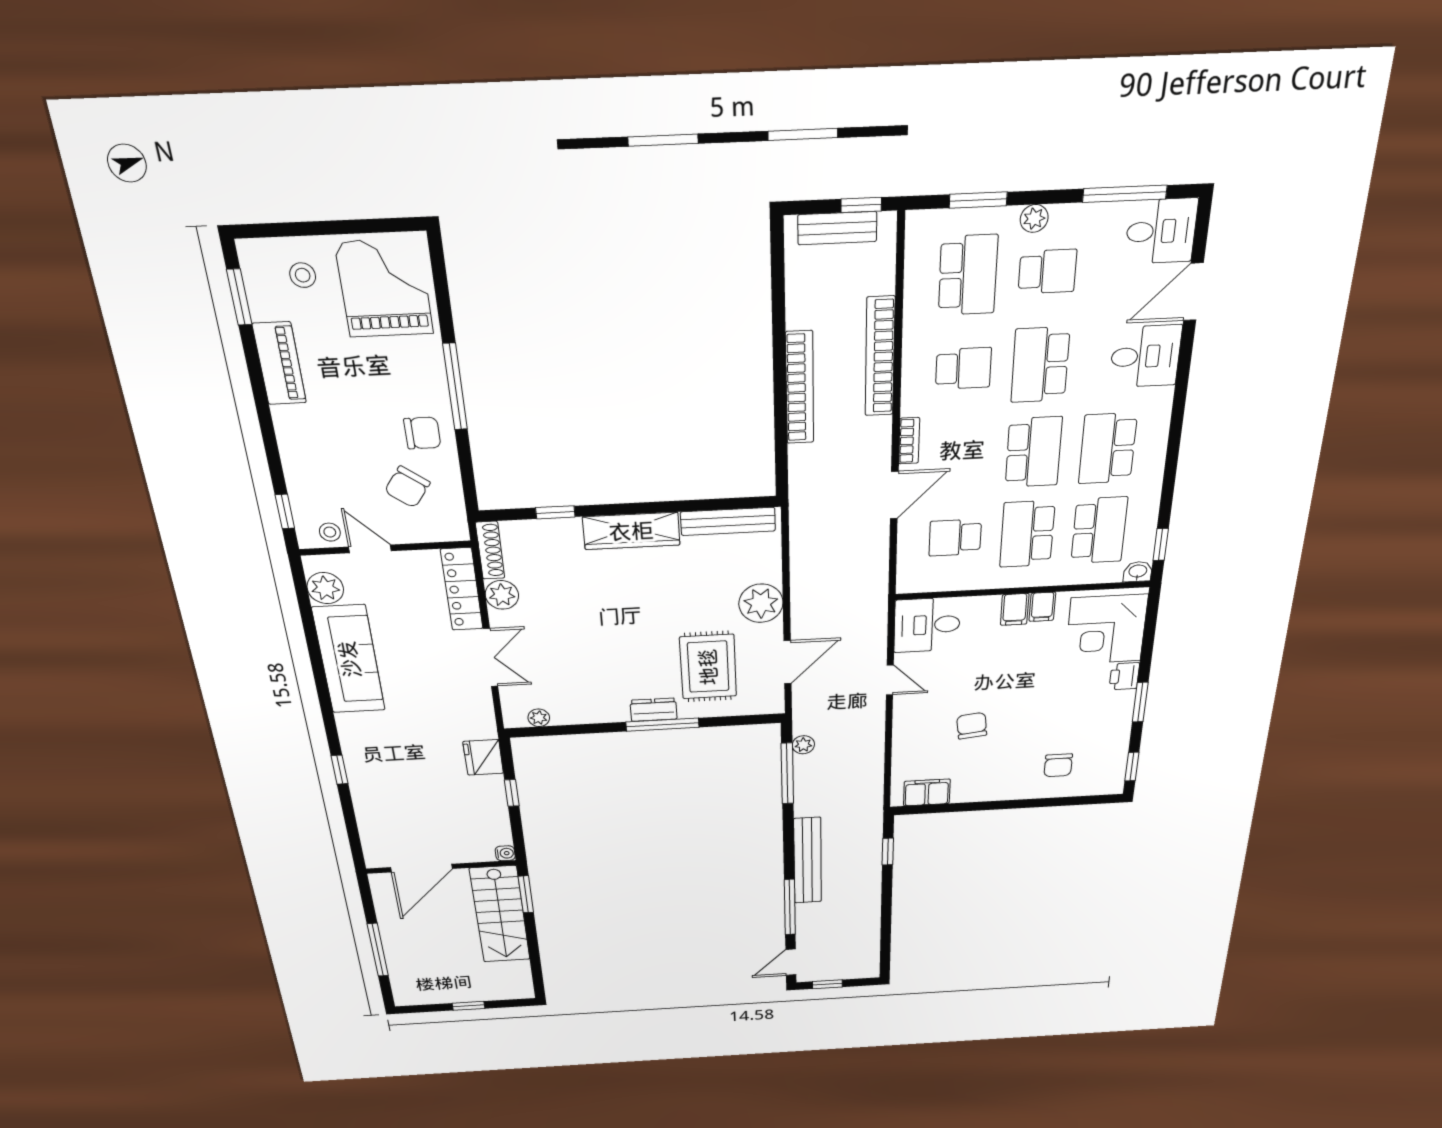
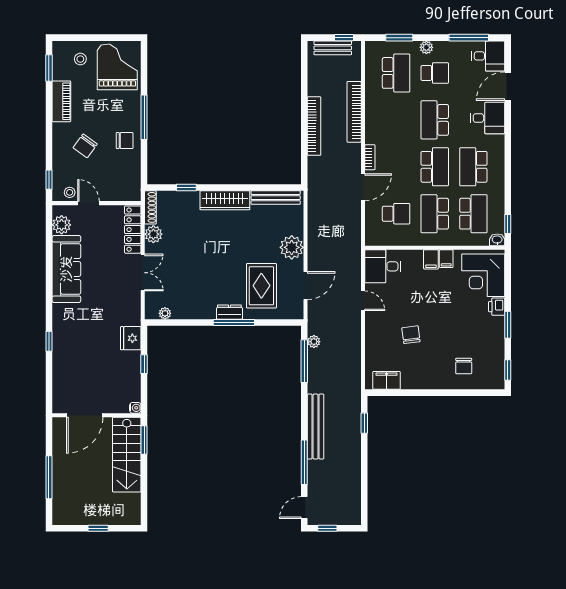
school desk: (963, 368) -> (396, 120), removed
chair: (407, 487) -> (85, 146), moved
school desk: (955, 538) -> (396, 214), turned 180

